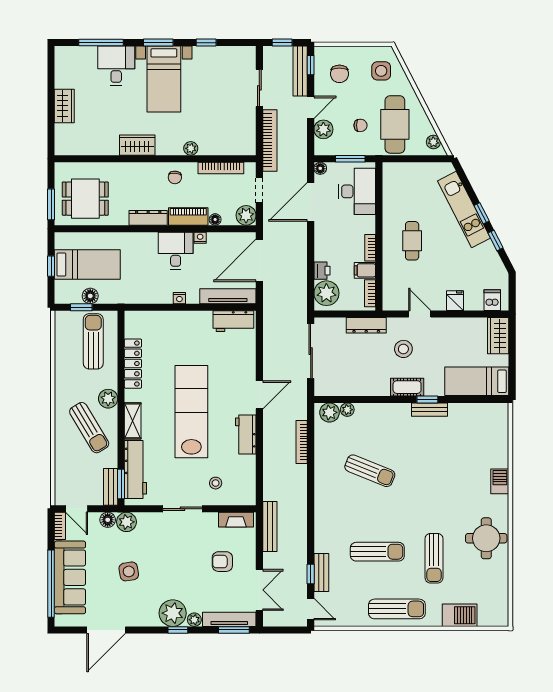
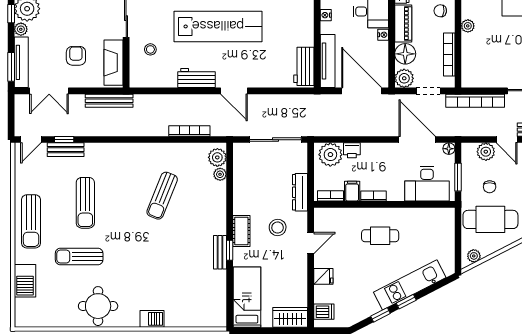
floor lamp: (215, 219) -> (405, 54), width x1.89, depth x1.89
fireplace: (236, 520) -> (114, 63), width x1.37, depth x1.32

